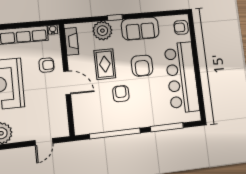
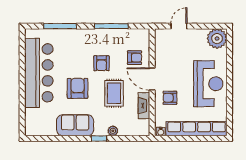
armchair: (181, 27) -> (135, 58), moved
plant: (102, 31) -> (113, 131), width x0.53, depth x0.53
fireplace: (72, 41) -> (144, 106), moved
window: (115, 133) -> (111, 26), width x0.68

